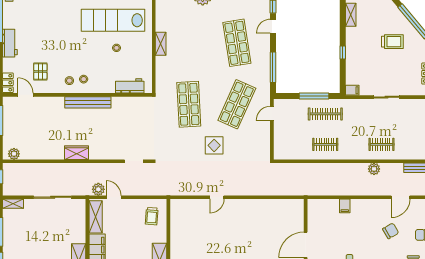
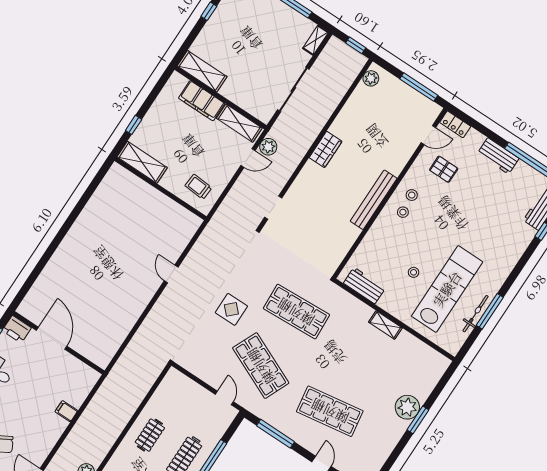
workbench: (130, 86) -> (364, 286), moved, turned -90

